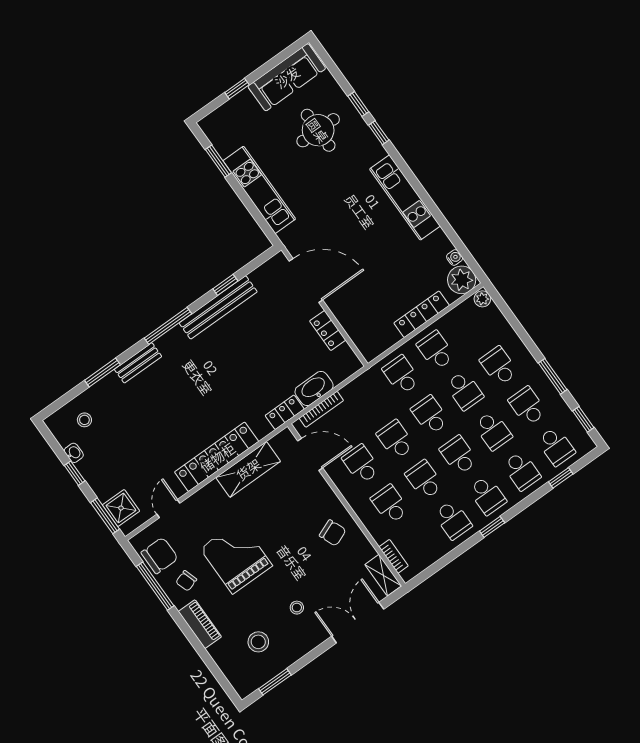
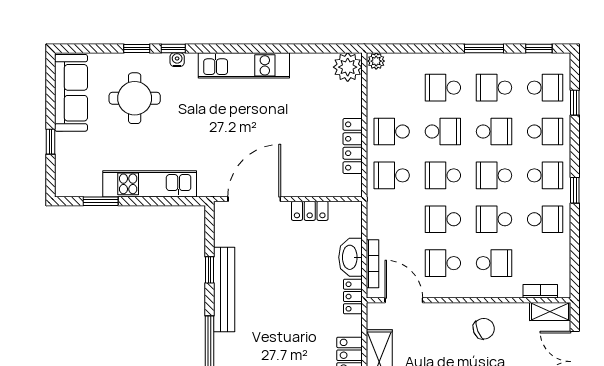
water cooler: (455, 258) -> (177, 60), moved
locker: (422, 314) -> (353, 146), moved
door: (310, 454) -> (404, 300), hinge flipped
school desk: (390, 504) -> (494, 263), turned 180

